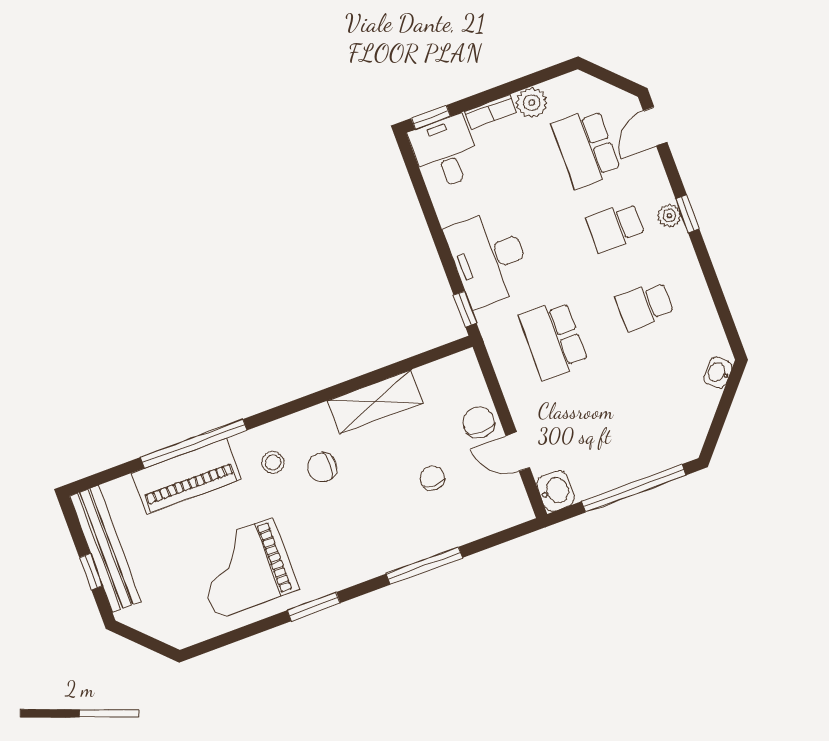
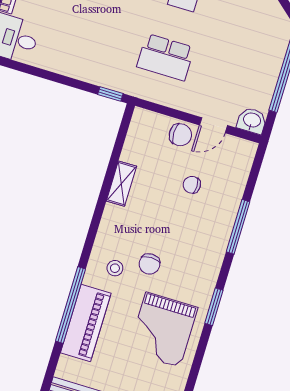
desk: (489, 258) -> (92, 59), removed
shelving: (375, 402) -> (121, 184), width x0.67, depth x0.75
chair: (479, 422) -> (180, 135), turned 180
chair: (322, 467) -> (150, 264), moved

